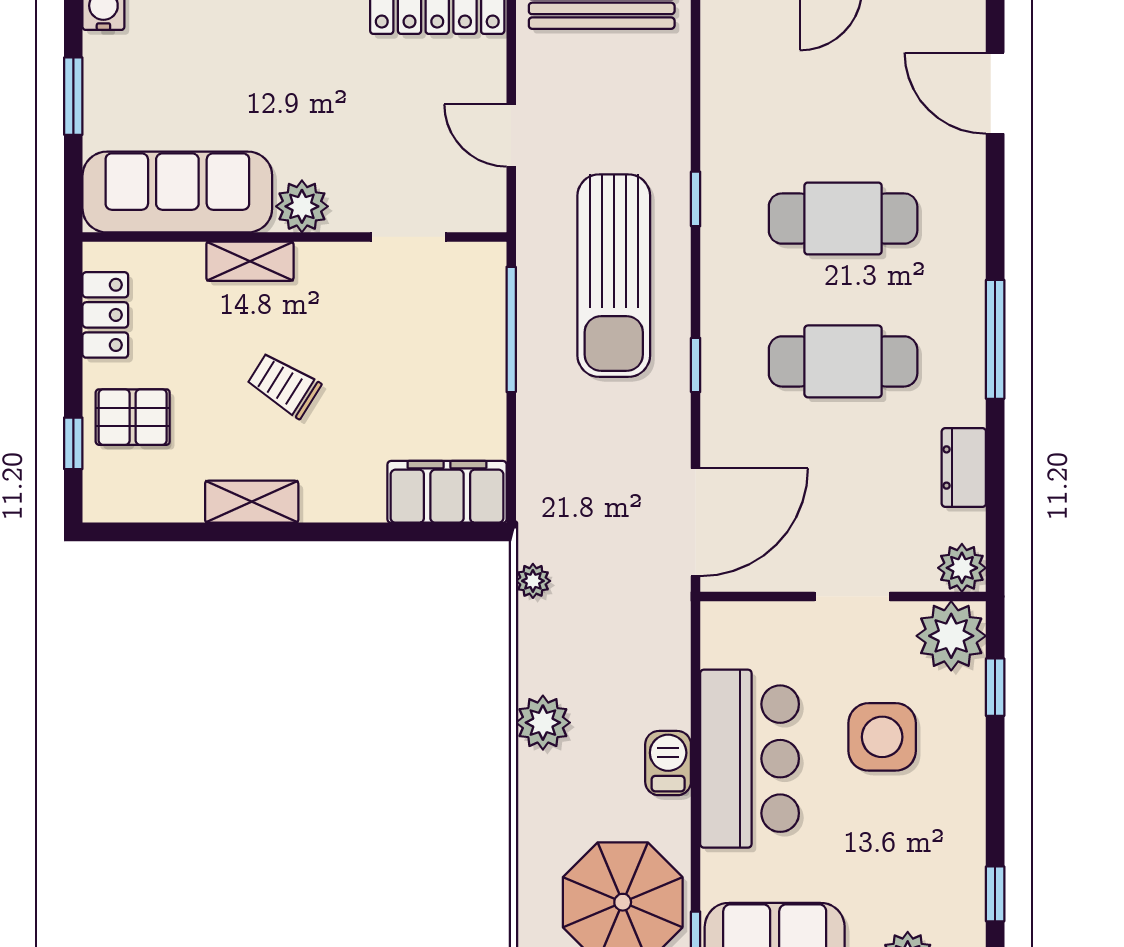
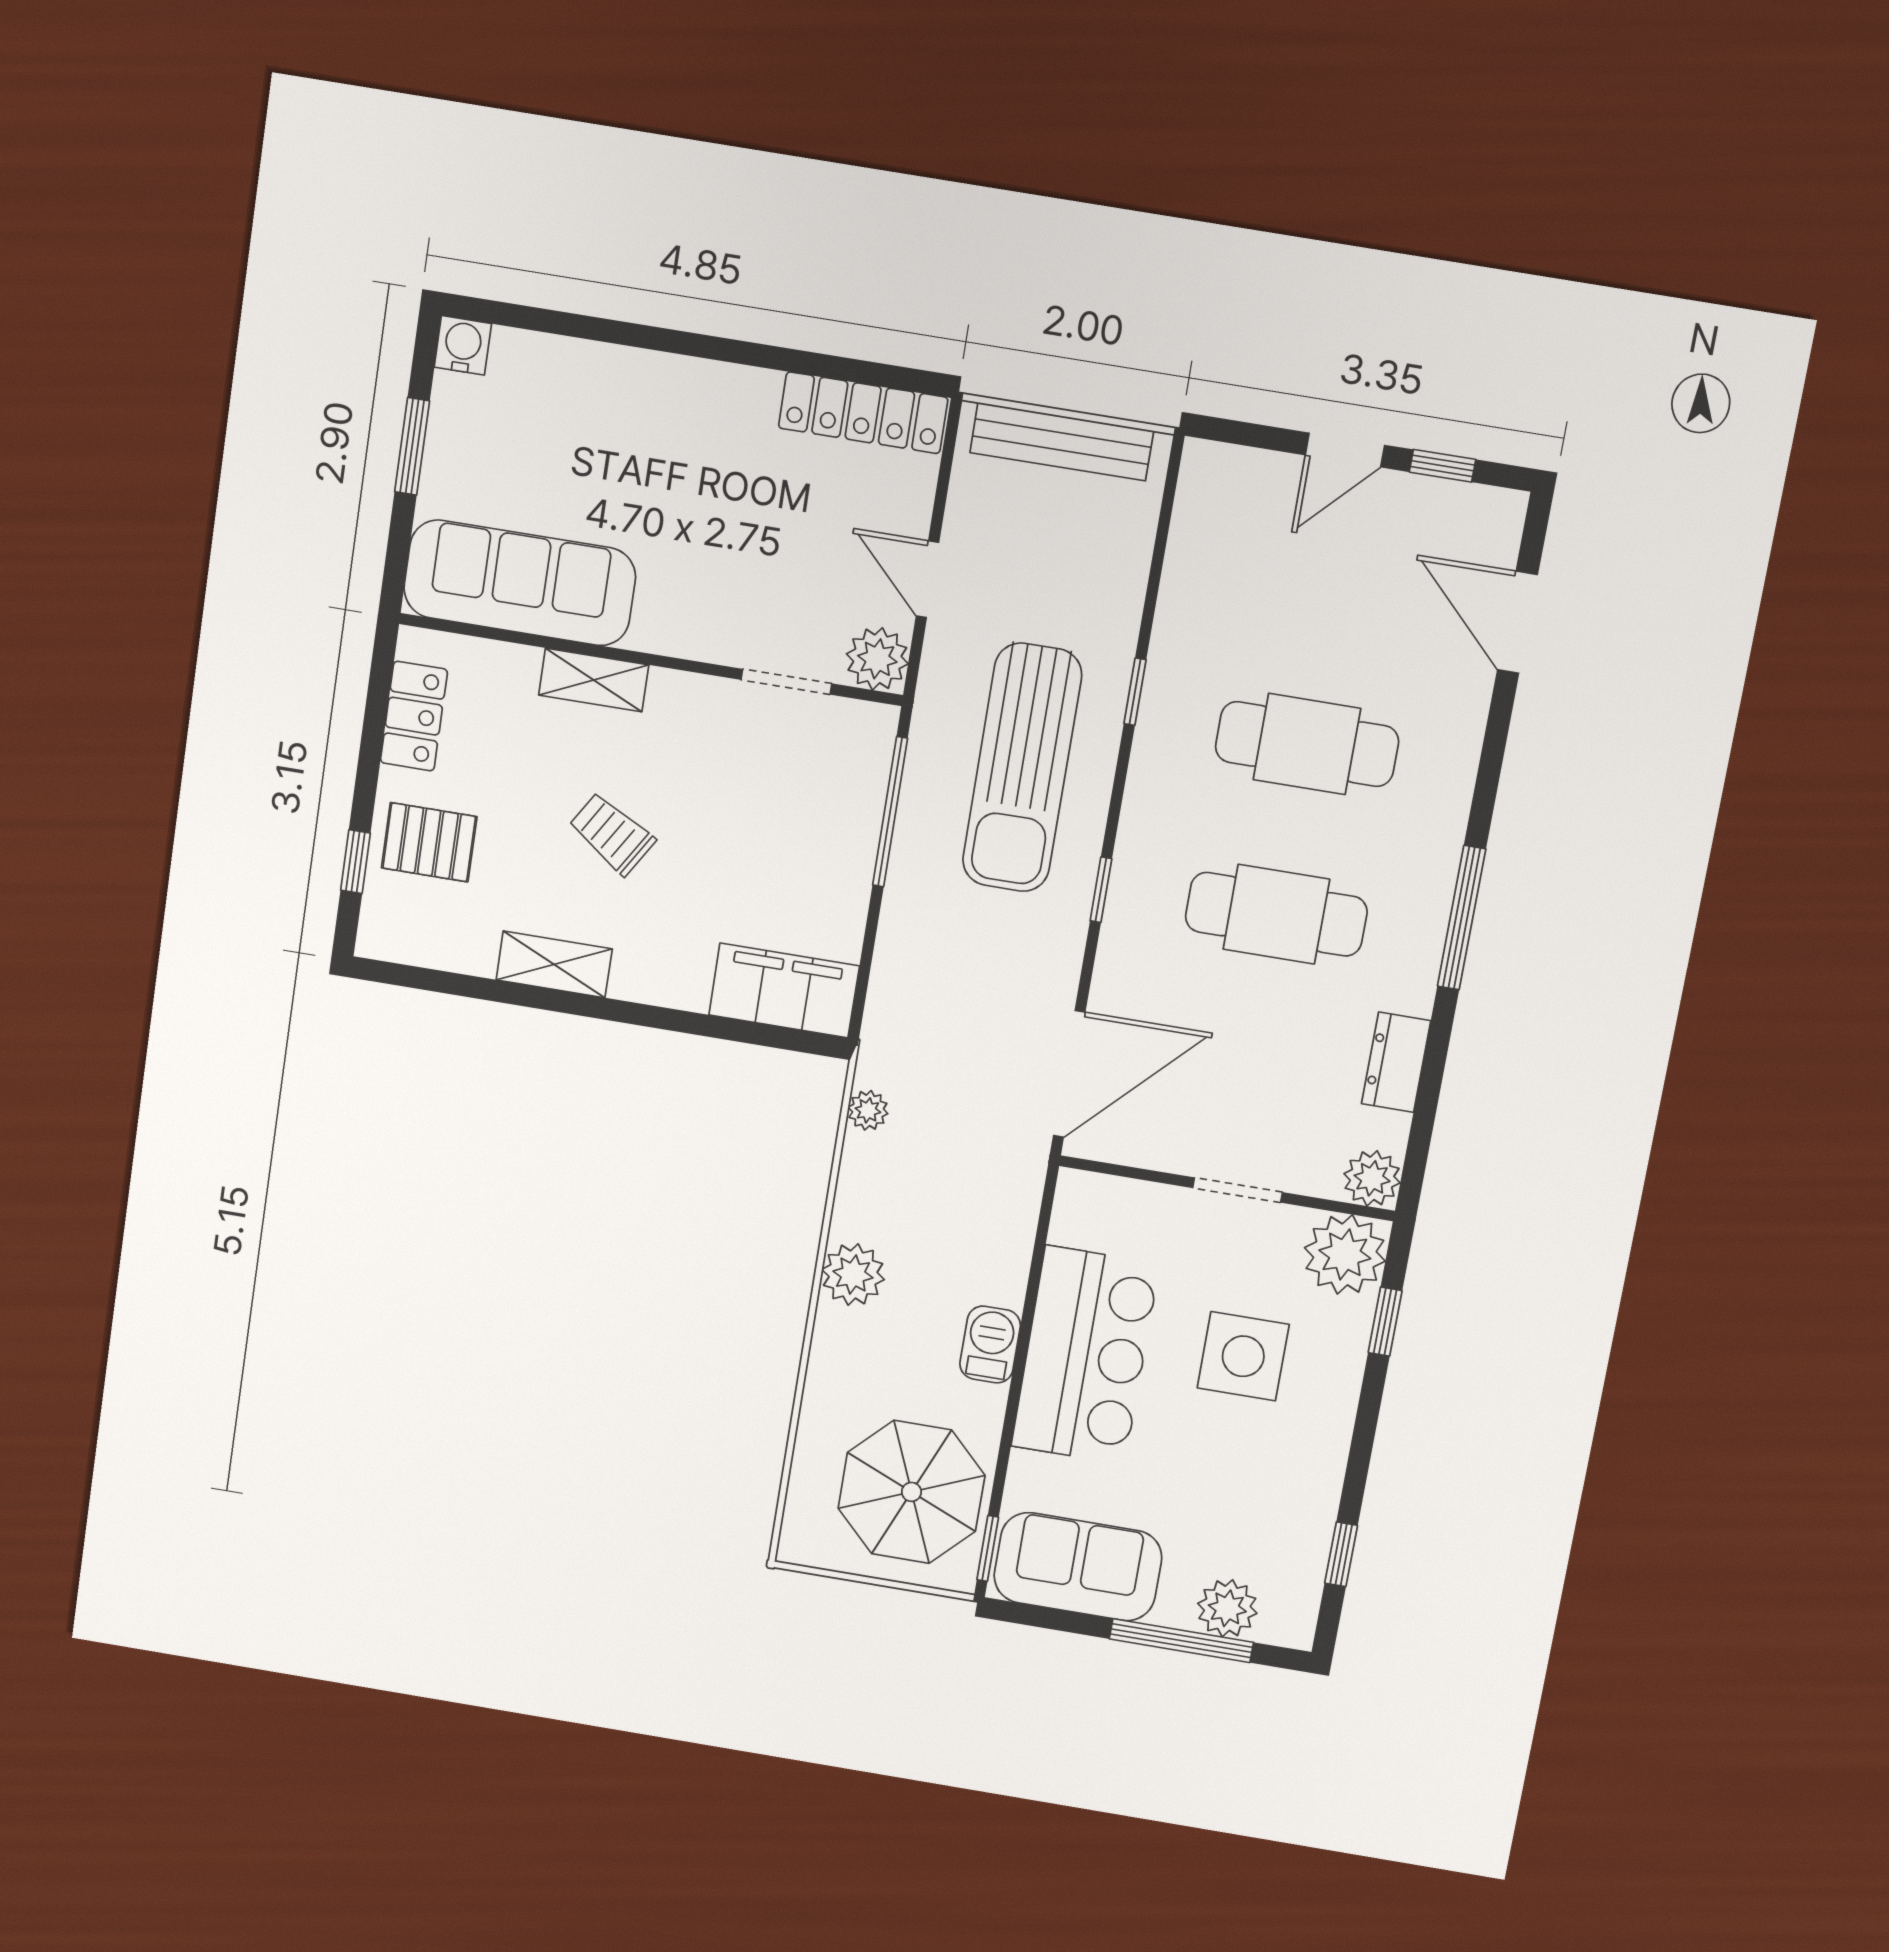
plant: (302, 206) -> (877, 659), moved

